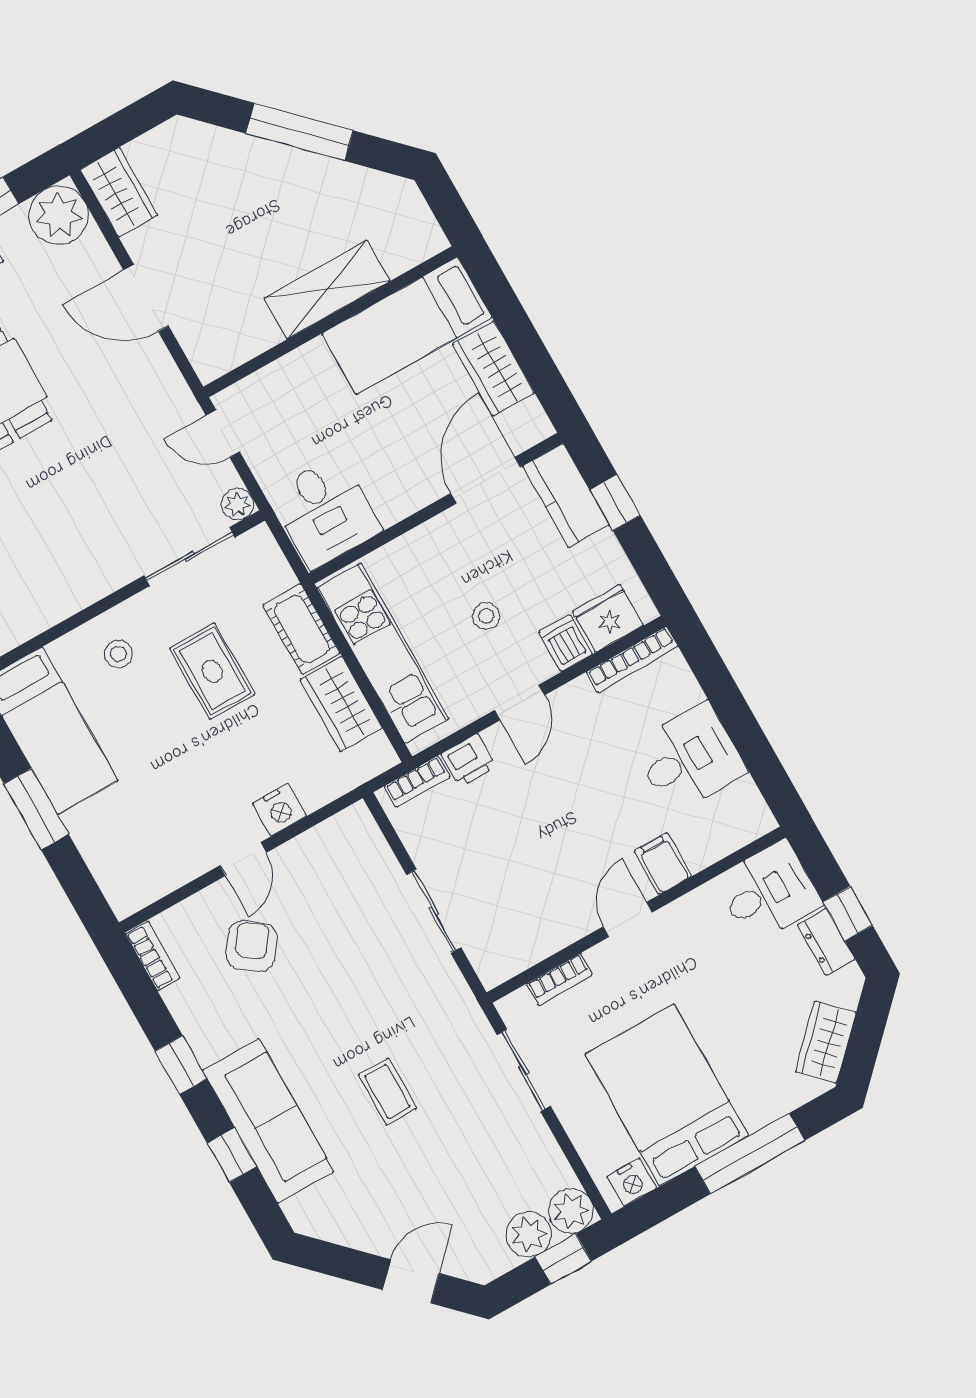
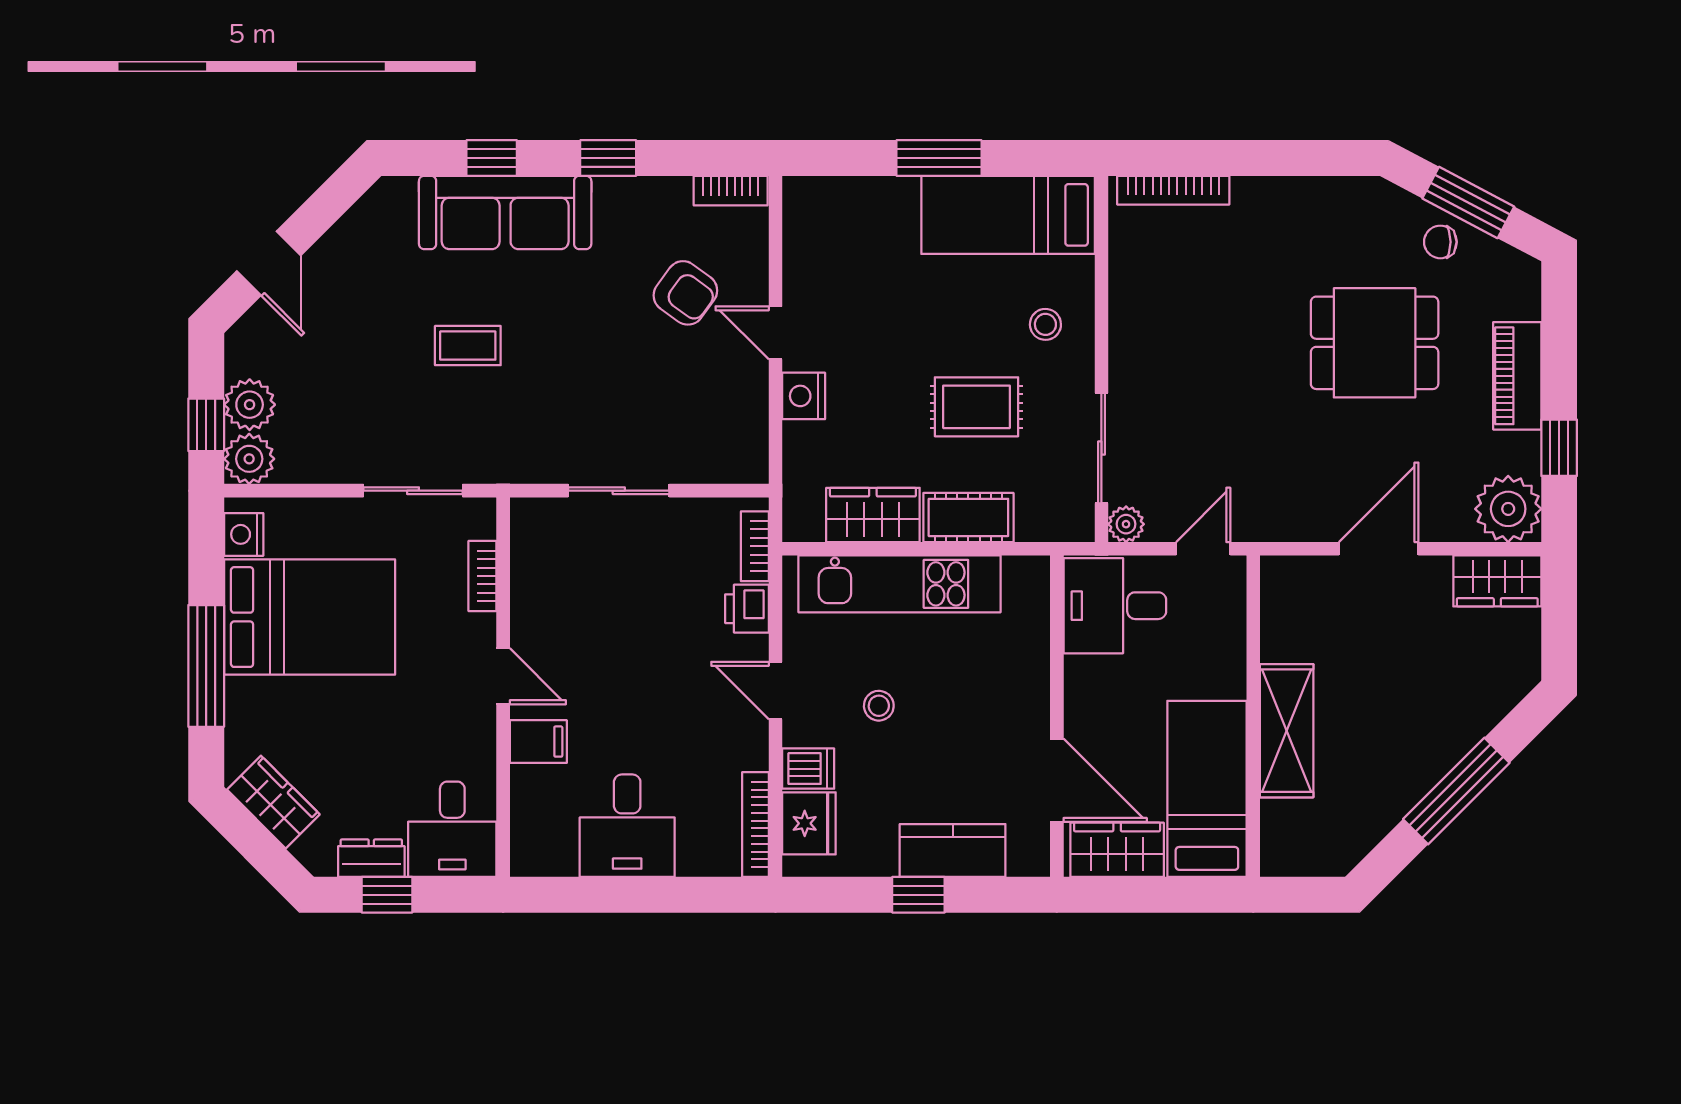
door: (486, 480) -> (1057, 780), moved
wall: (436, 508) -> (1057, 716), moved
desk: (325, 512) -> (1115, 606), moved

